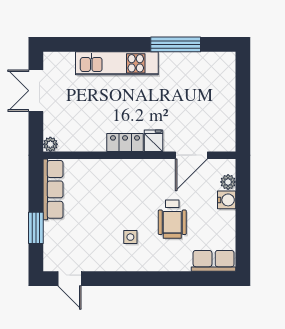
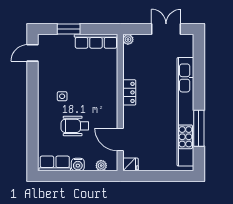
kitchen unit: (117, 63) -> (185, 112), width x1.86
fridge: (154, 141) -> (131, 164), moved
water cooler: (227, 200) -> (78, 165), moved
row of seats: (214, 261) -> (55, 163), moved, turned -90

